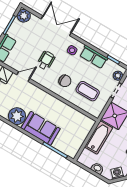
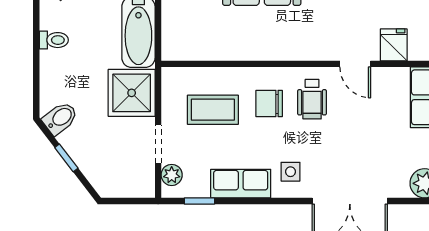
wheelchair: (46, 60) -> (312, 99), moved
door: (23, 77) -> (355, 64), hinge flipped

